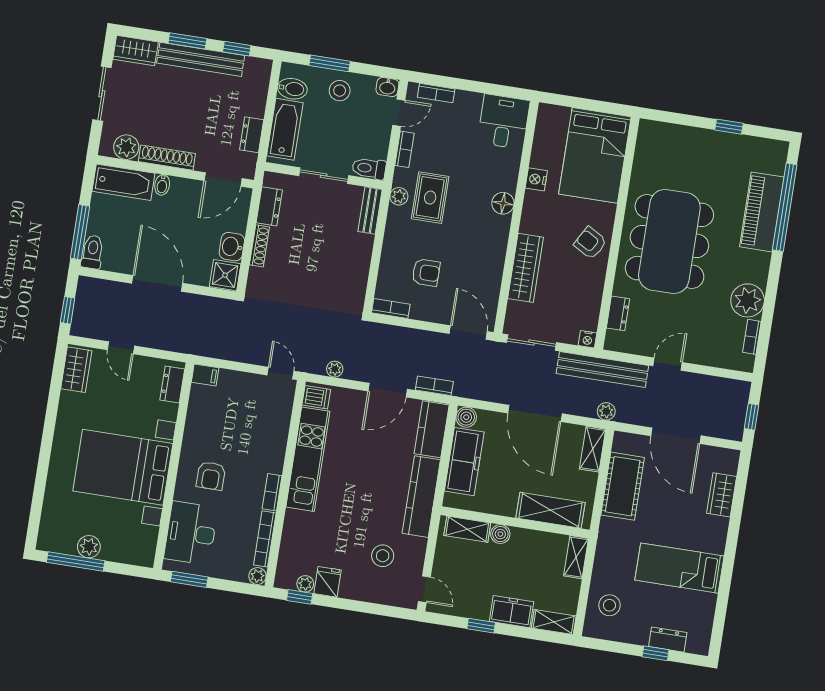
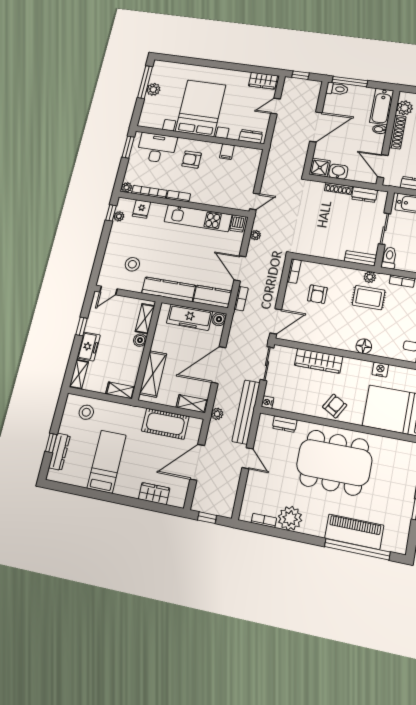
filing cabinet: (205, 375) -> (227, 152), moved
fridge: (328, 582) -> (141, 209), moved, turned 90
dresser: (668, 640) -> (59, 452), width x1.44

